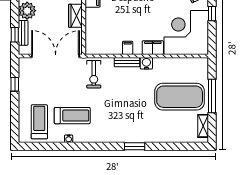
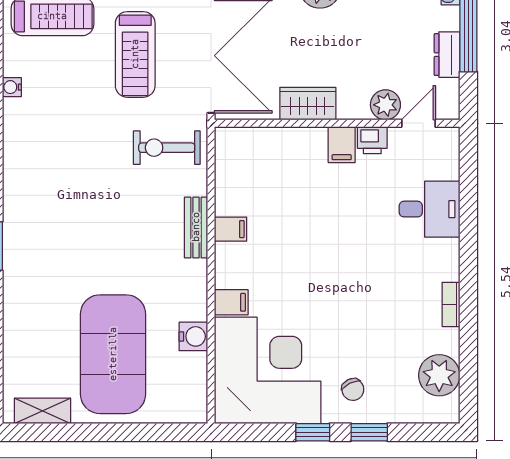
filing cabinet: (153, 48) -> (231, 302), width x0.50
water cooler: (146, 63) -> (193, 336), moved
window: (212, 96) -> (115, 432), removed
treadmill: (72, 116) -> (135, 54), moved

